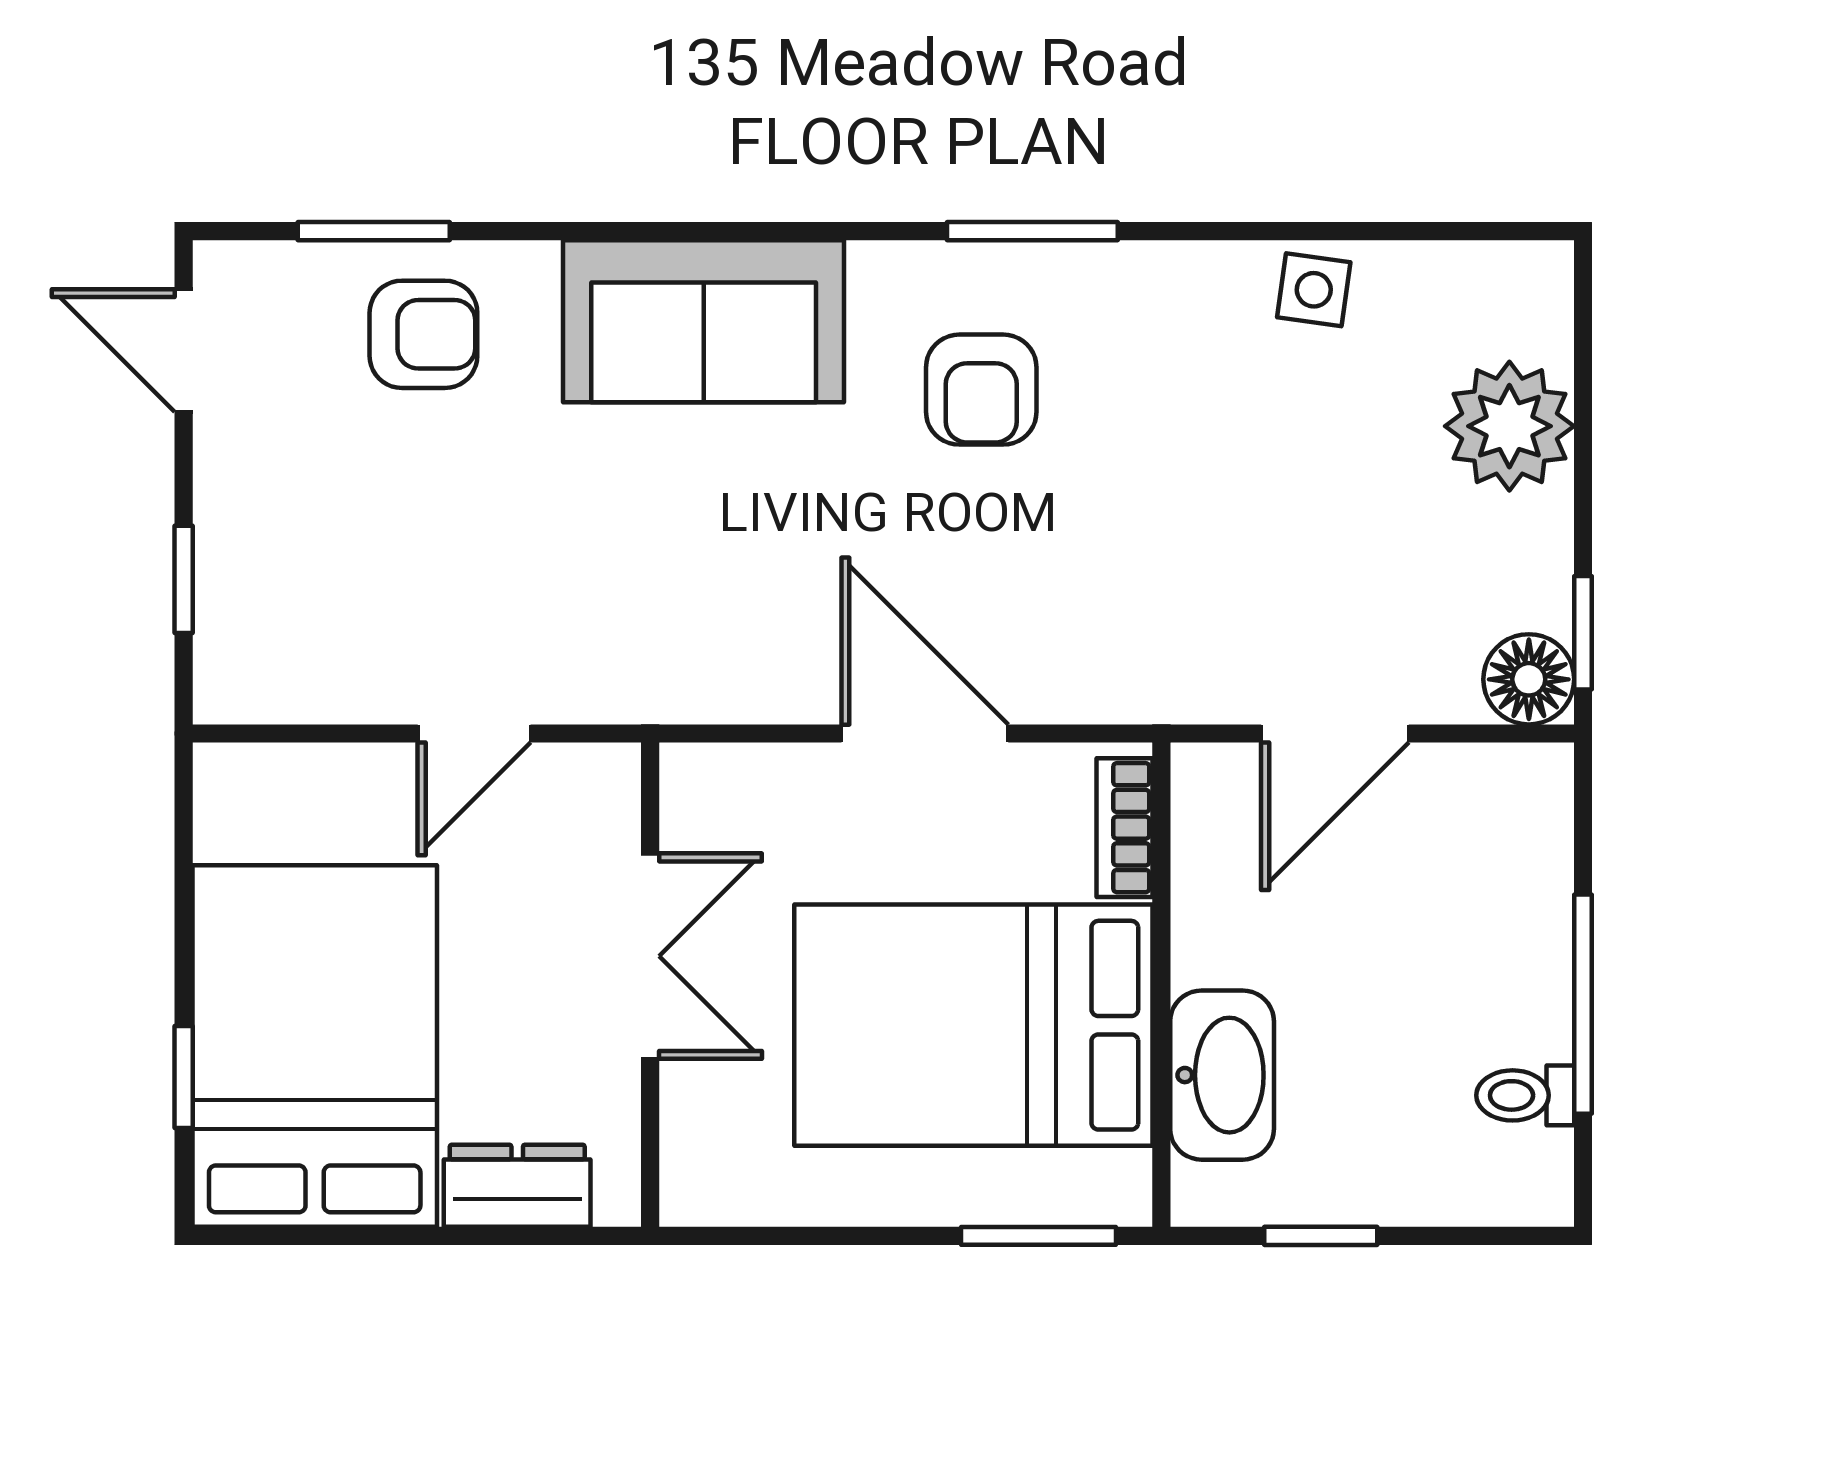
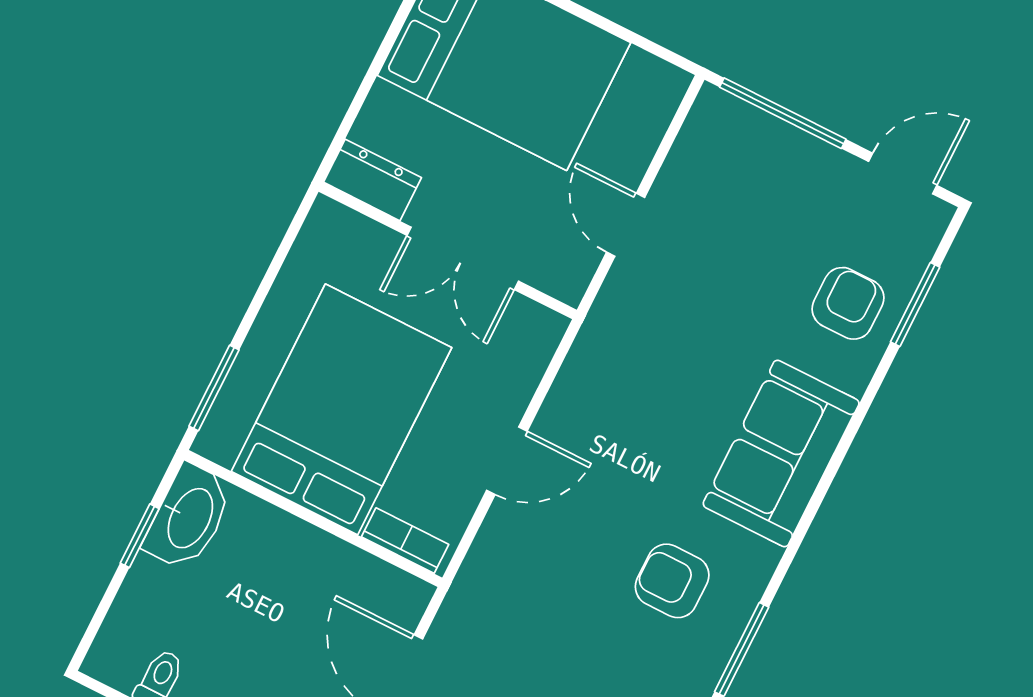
armchair: (423, 334) -> (848, 303), turned 180
window: (184, 579) -> (783, 113), width x2.17
door: (925, 734) -> (507, 461), width x0.73
washbasin: (1222, 1075) -> (189, 517), moved, turned -90
dresser: (517, 1186) -> (372, 180), moved, turned -90

